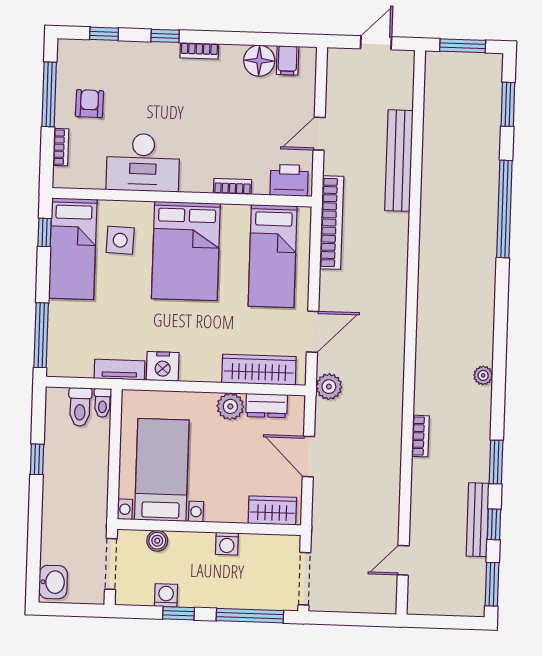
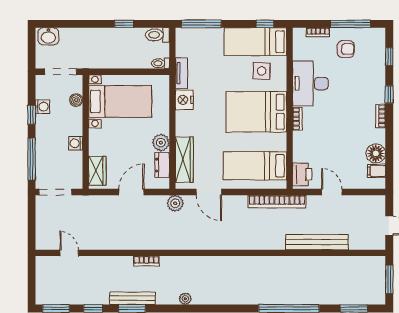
bookcase: (232, 186) -> (297, 119), moved
toilet: (80, 407) -> (157, 35), moved
bench: (478, 520) -> (133, 298), moved

